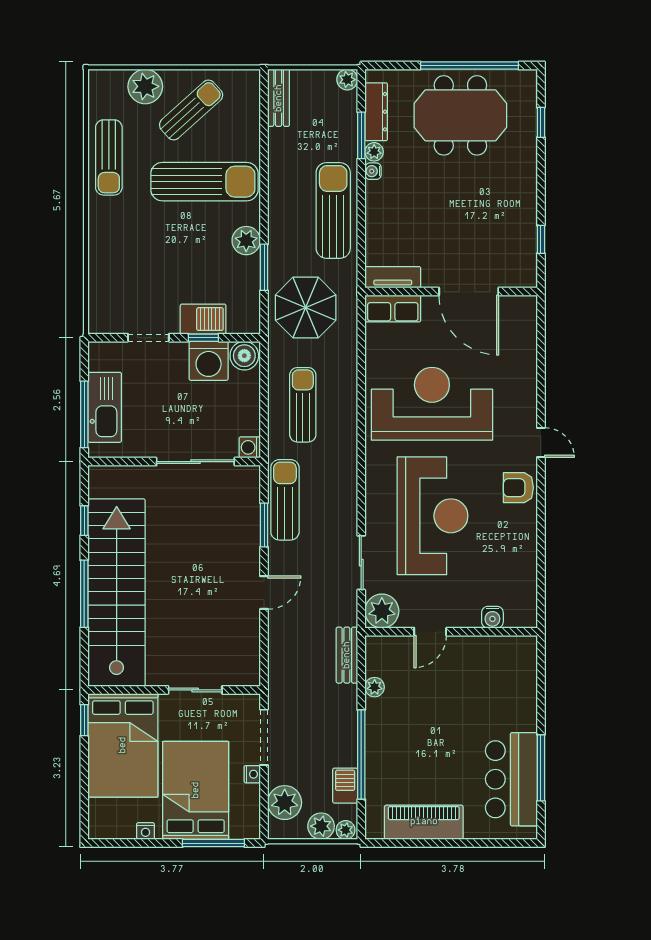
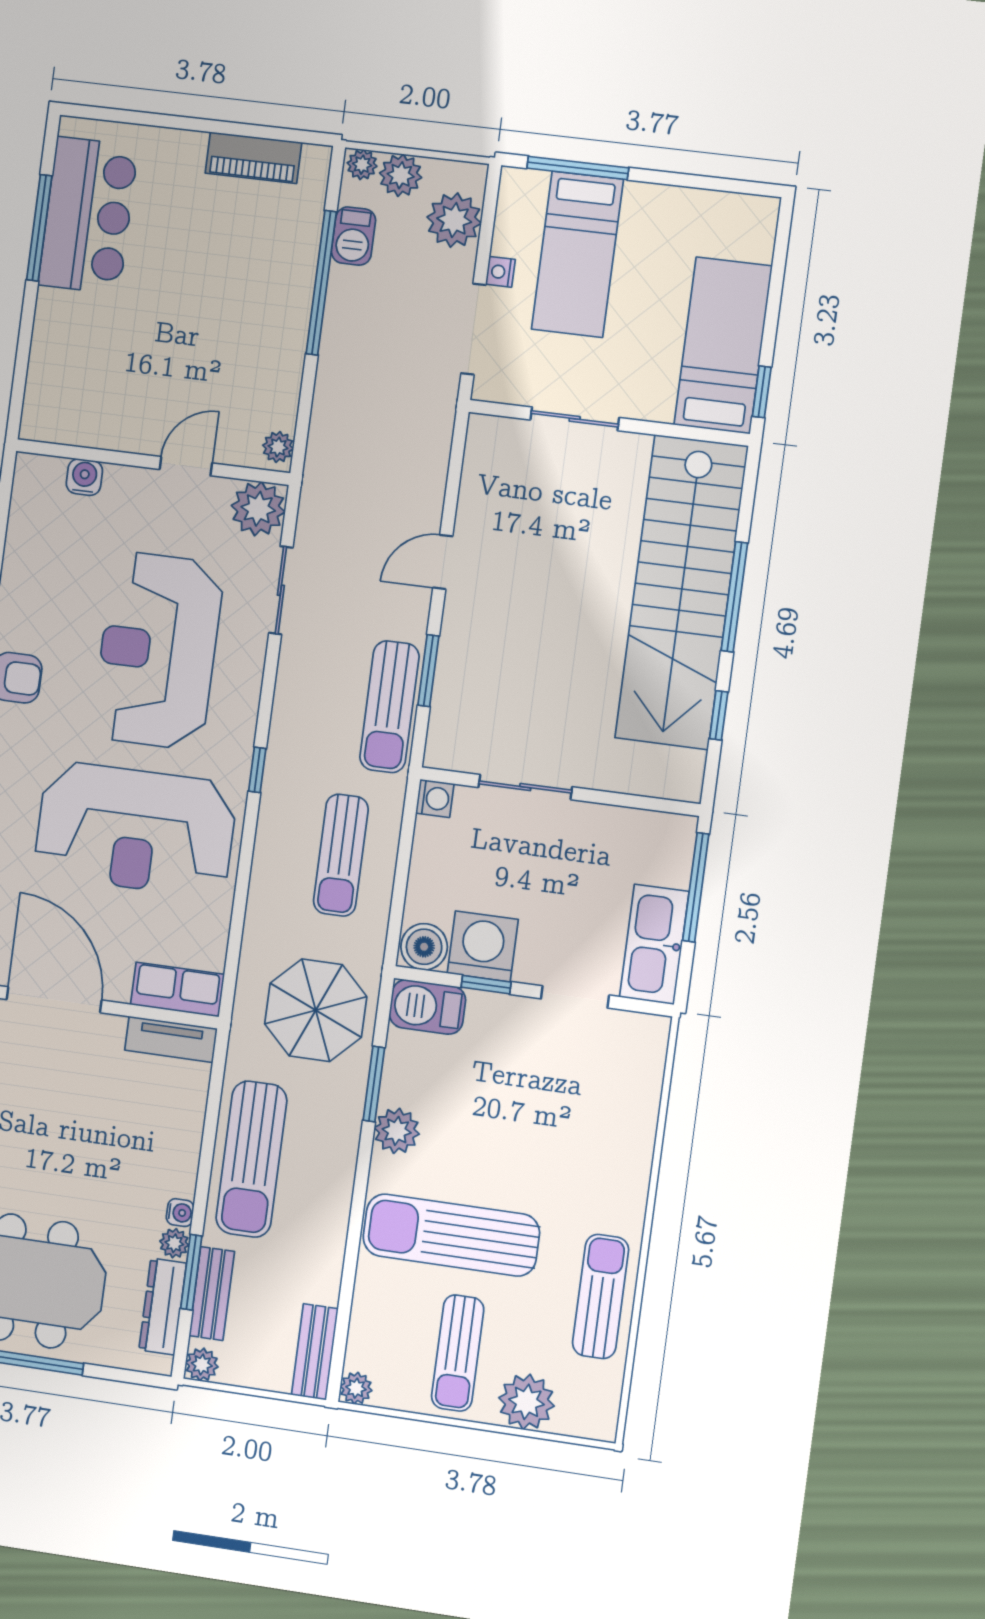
plant: (250, 79) -> (356, 1388), added
sun lounger: (191, 110) -> (458, 1353), turned -48
barbecue: (203, 319) -> (427, 1007), moved
kitchen sink: (105, 407) -> (654, 944), moved
window: (361, 450) -> (257, 770), added
sliding door: (195, 462) -> (525, 787), width x0.73
bench: (347, 655) -> (212, 1294), moved
plant: (375, 687) -> (278, 447), moved
bed: (123, 745) -> (723, 345), width x0.67
bed: (196, 790) -> (577, 254), width x0.67
piano: (424, 822) -> (253, 158), width x0.73, depth x0.75
nightstand: (145, 831) -> (685, 200), removed

